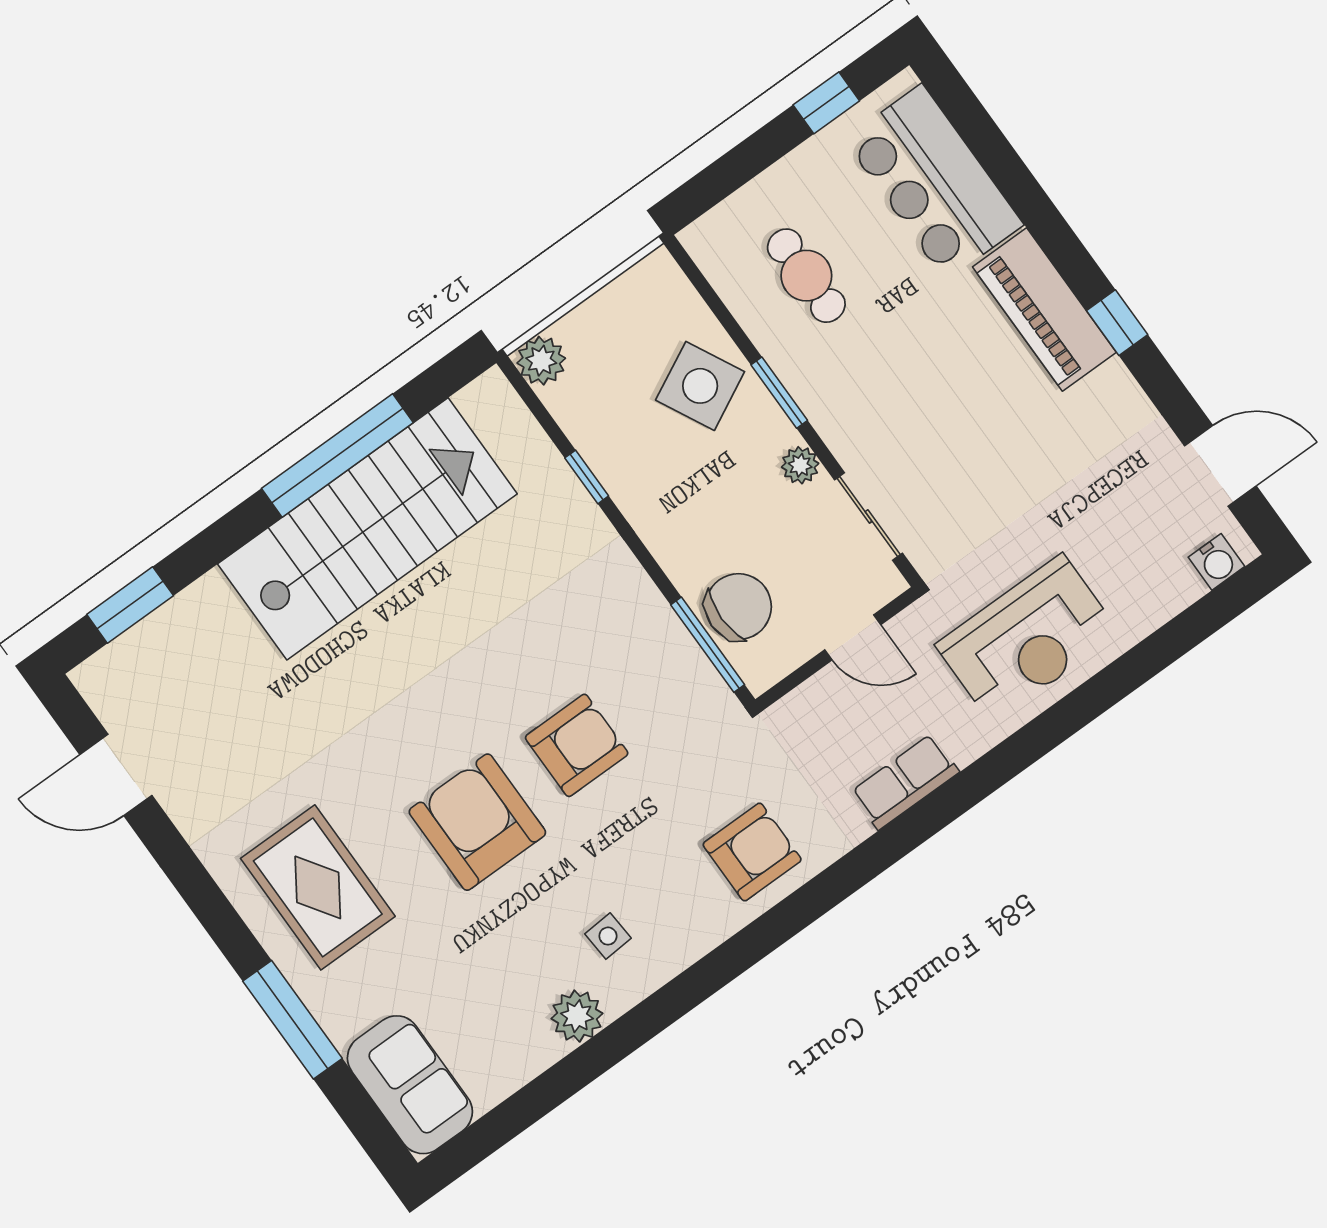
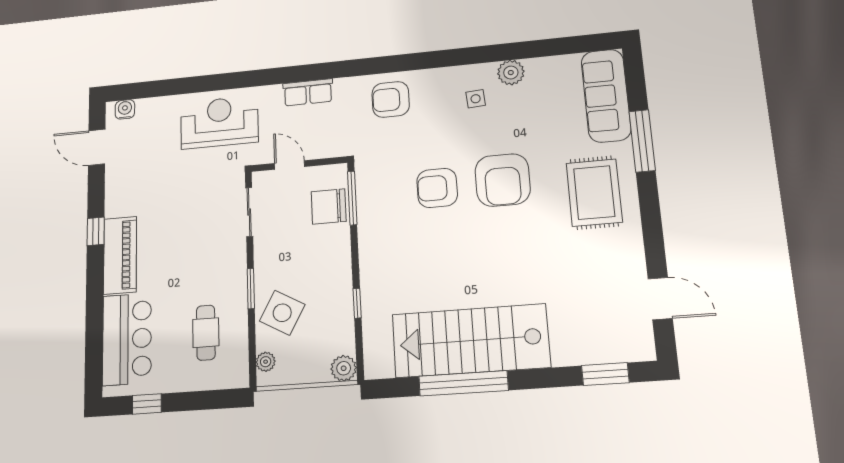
side table: (700, 386) -> (282, 313), turned -34
plant: (800, 465) -> (266, 362), moved
sofa: (410, 1085) -> (606, 96), width x1.36

